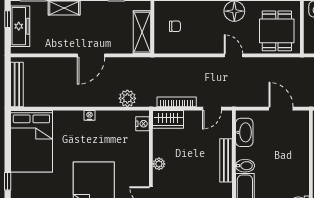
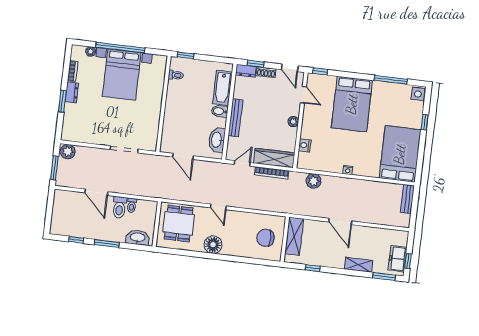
freezer: (20, 26) -> (398, 259), width x0.71
chair: (175, 26) -> (265, 238), width x1.87, depth x1.87
door: (91, 55) -> (340, 221), swing flipped
bench: (17, 84) -> (407, 199), width x0.73
wardrobe: (168, 119) -> (274, 158), width x1.50
nightstand: (143, 124) -> (305, 145), moved

